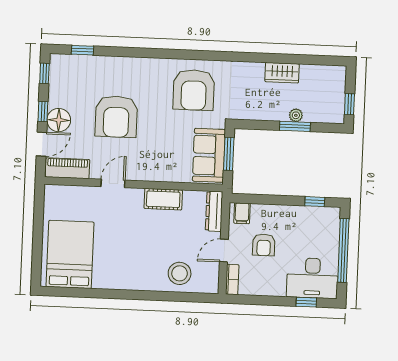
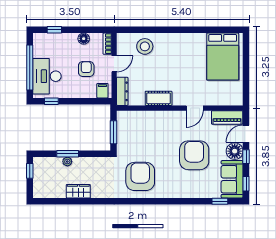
sofa: (209, 155) -> (232, 179), moved, turned 180
desk: (312, 278) -> (47, 76), moved, turned -90
floor lamp: (265, 288) -> (84, 39), added

